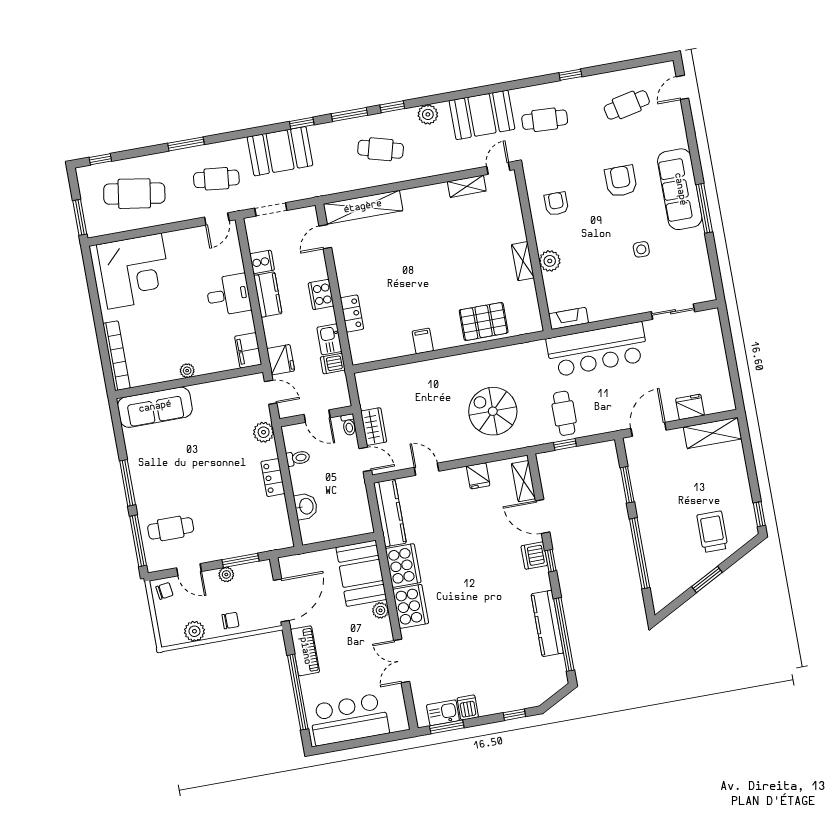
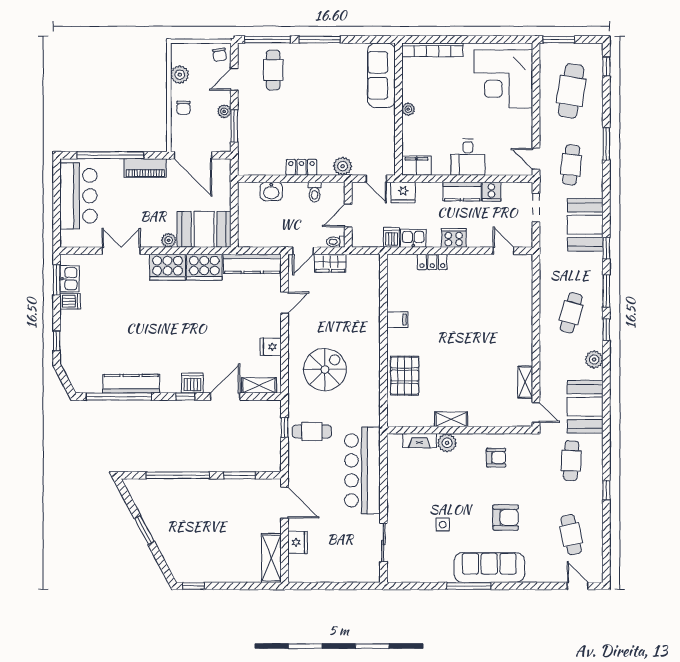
shelving: (363, 207) -> (523, 288), removed
fireplace: (568, 318) -> (419, 441), moved, turned 90
door: (271, 392) -> (376, 179), hinge flipped
trolley: (712, 532) -> (185, 542), removed

